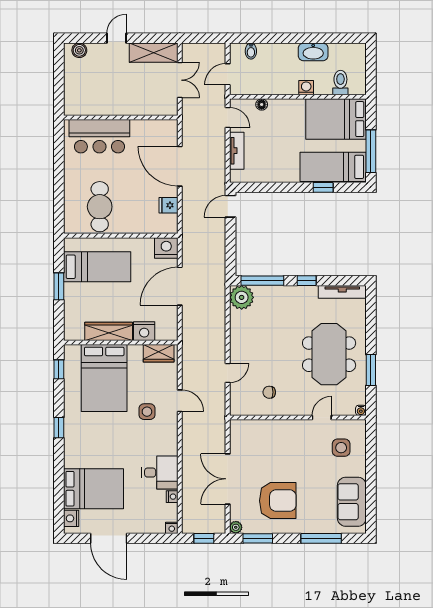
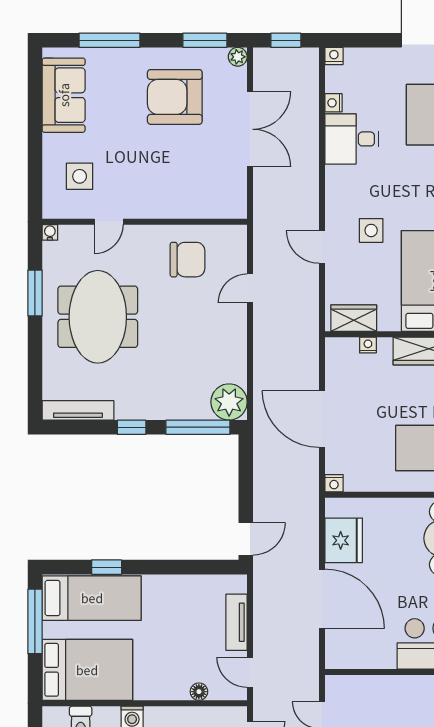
fridge: (168, 205) -> (344, 540), width x1.88, depth x1.34
nightstand: (166, 248) -> (334, 483), width x0.53, depth x0.56
door: (180, 286) -> (322, 419), swing flipped
nightstand: (144, 331) -> (368, 345), width x0.53, depth x0.56
chair: (269, 392) -> (188, 260), width x1.87, depth x1.87

